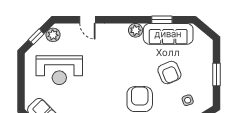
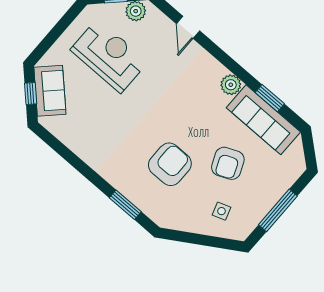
reception desk: (59, 70) -> (109, 56), turned 180
window: (217, 74) -> (278, 210), width x1.44

